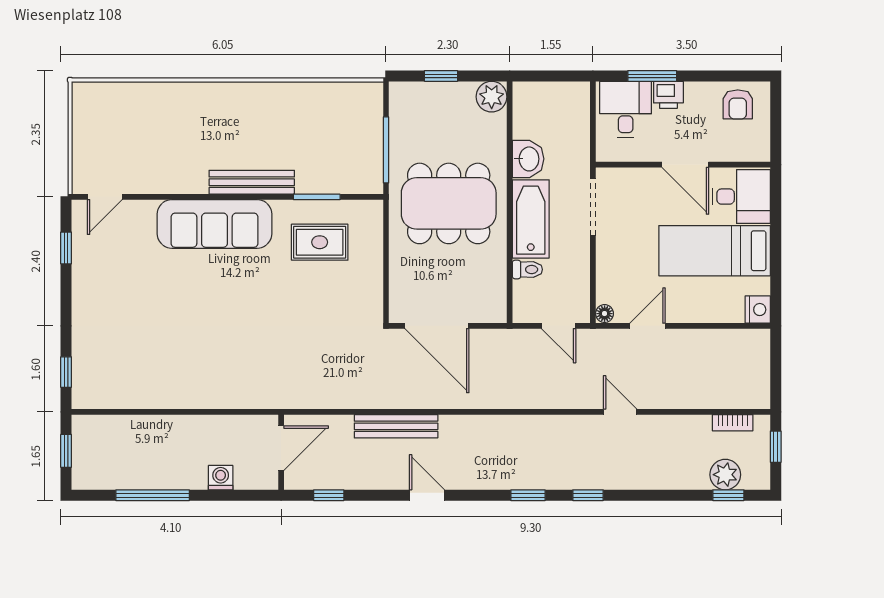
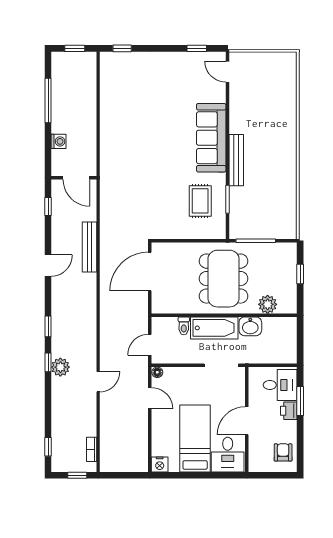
plant: (492, 97) -> (268, 304), moved
armchair: (738, 104) -> (283, 452), turned 90
plant: (725, 475) -> (60, 367), moved

